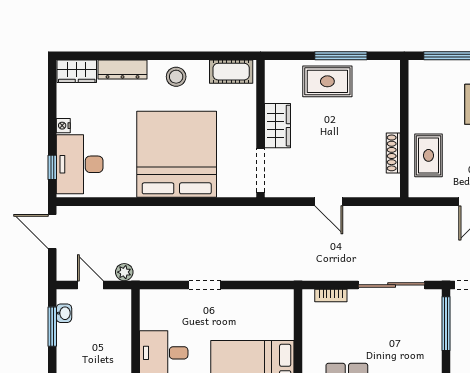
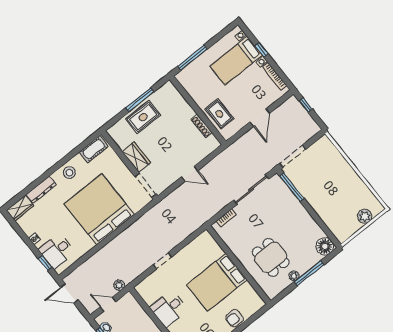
desk: (80, 164) -> (57, 251), width x0.73

